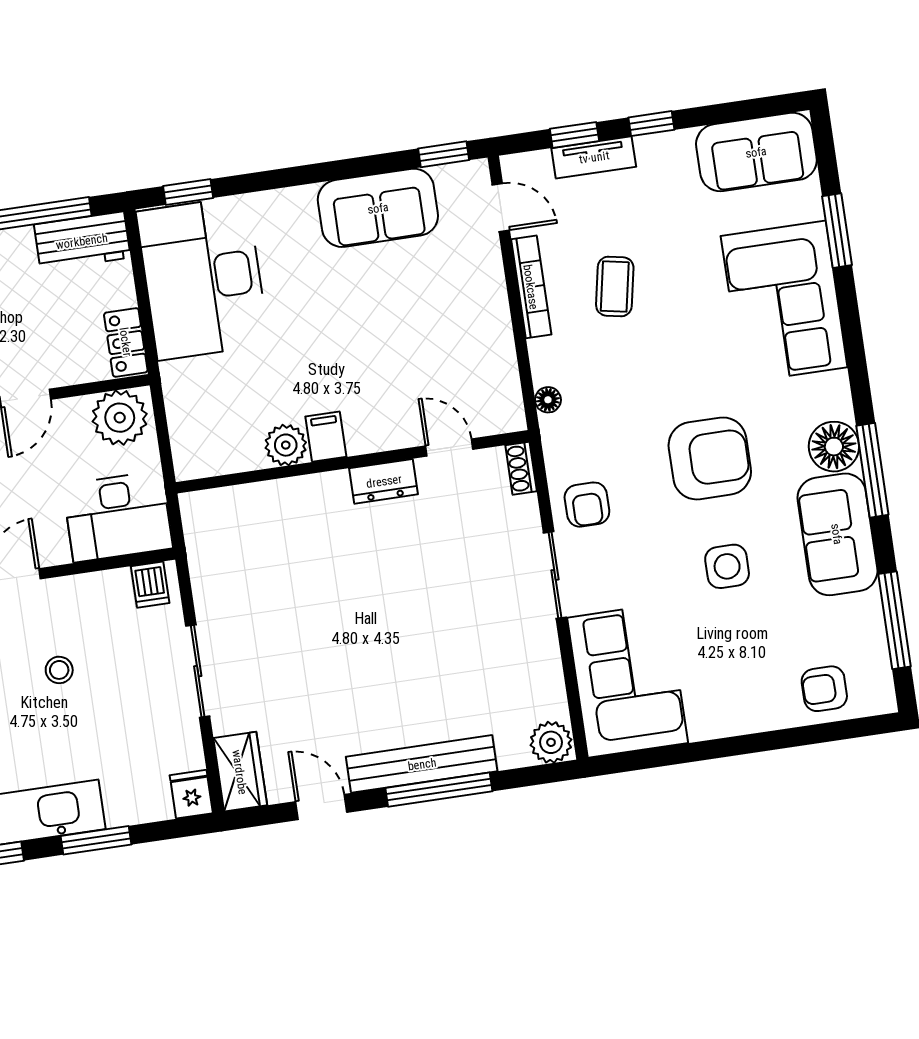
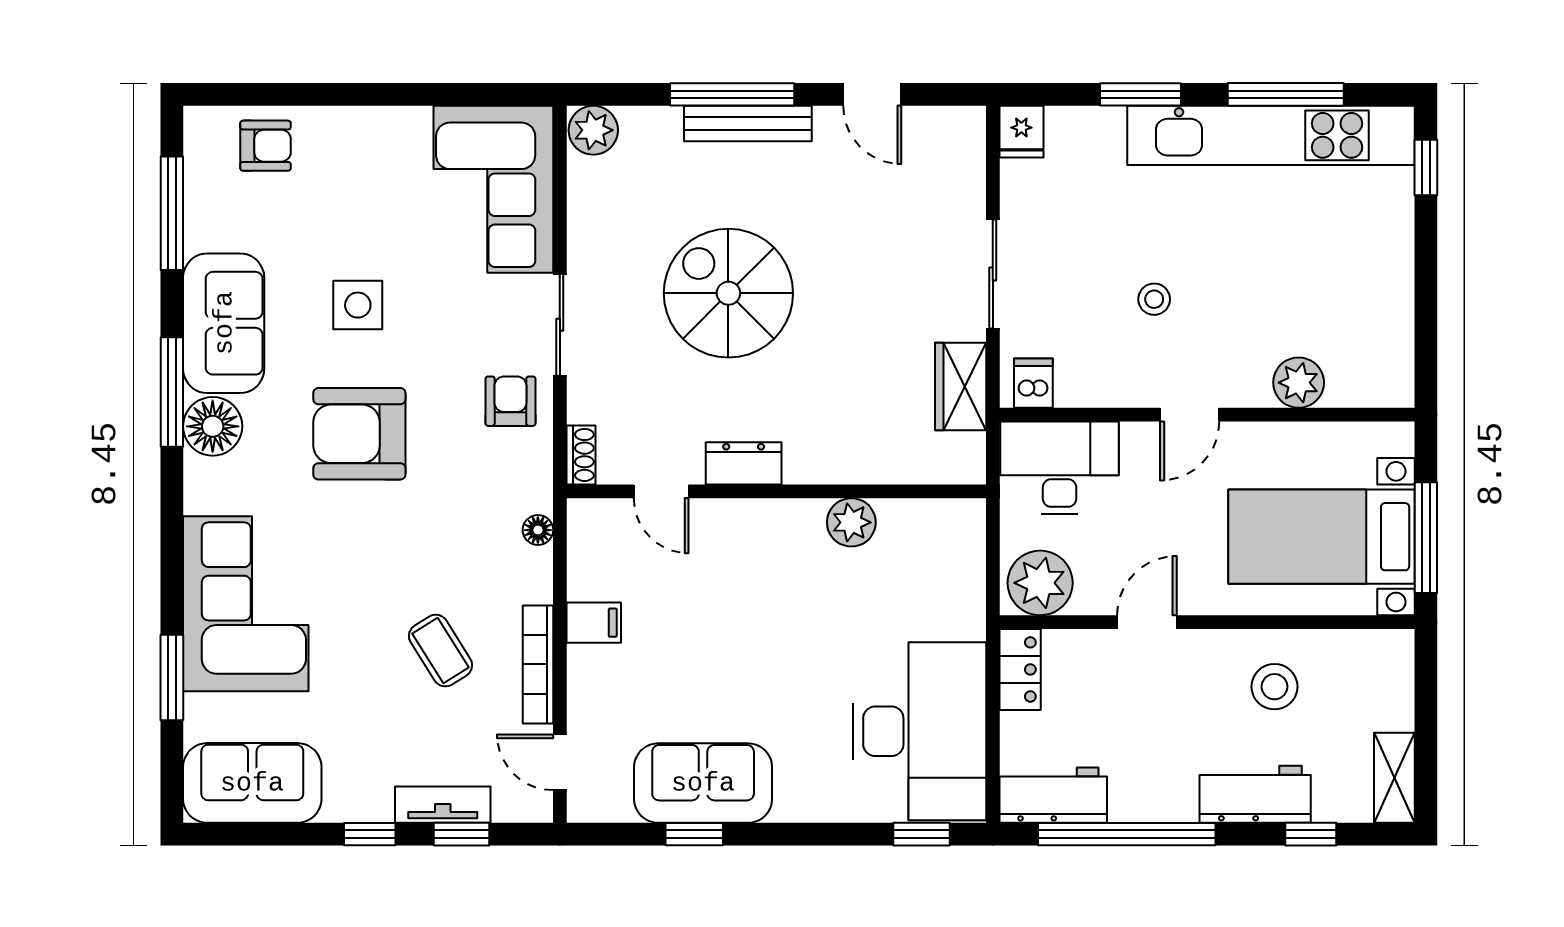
window: (444, 154) -> (694, 834), moved
coffee table: (615, 286) -> (441, 651), turned -43
filing cabinet: (326, 437) -> (594, 623), moved, turned -90
spiral stairs: (417, 622) -> (728, 293), added
bench: (422, 764) -> (748, 123), width x0.73, depth x0.82
wardrobe: (240, 772) -> (961, 386), moved

